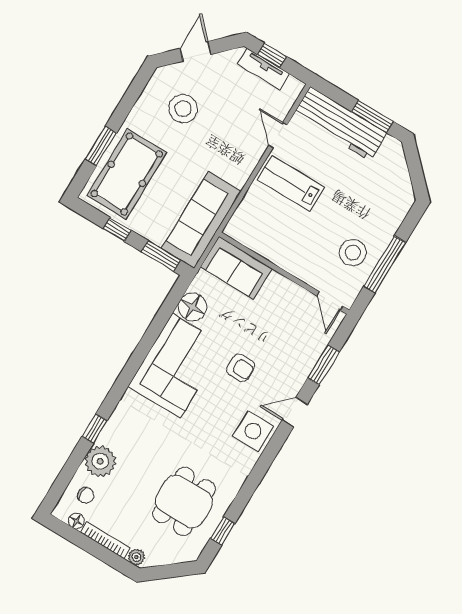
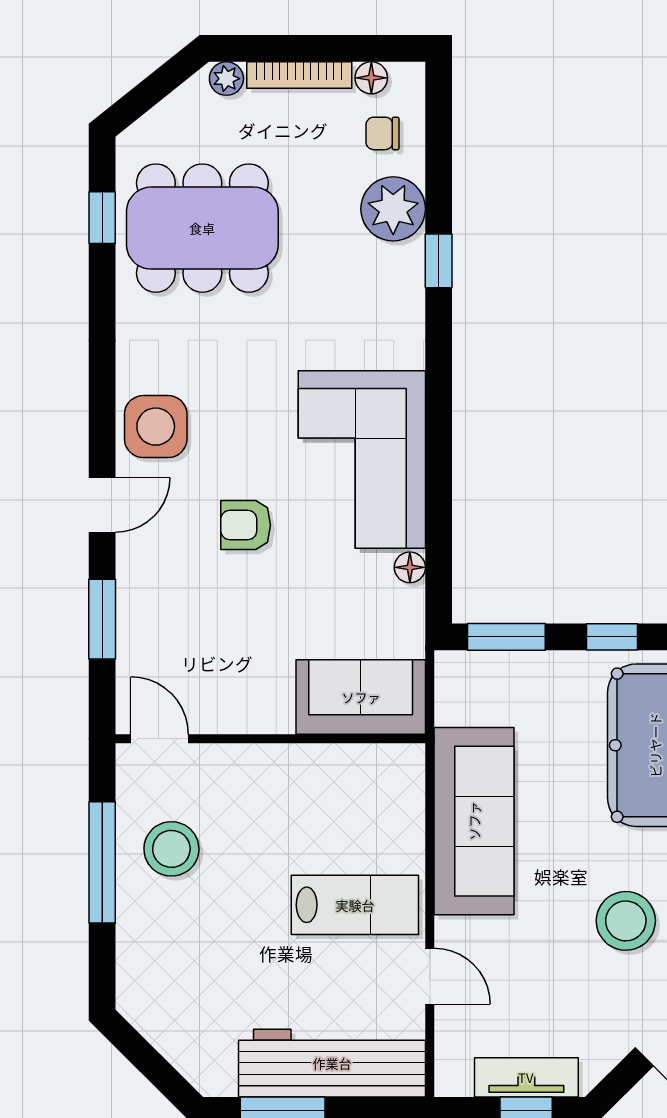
sofa: (201, 220) -> (474, 821), moved
floor lamp: (193, 307) -> (410, 567), width x0.53, depth x0.53
dining table: (184, 501) -> (202, 228), width x1.38

